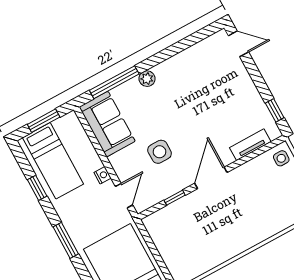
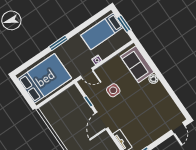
window: (114, 82) -> (149, 61), removed
sofa: (107, 124) -> (137, 64), moved, turned 90
door: (211, 178) -> (102, 121), swing flipped
window: (37, 188) -> (86, 24), removed

